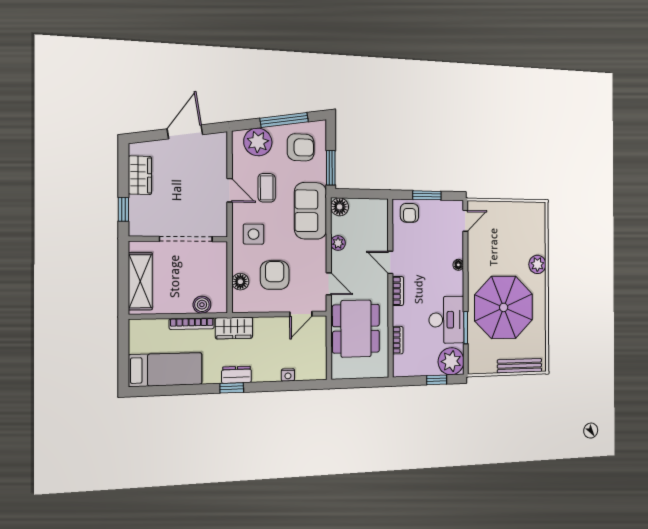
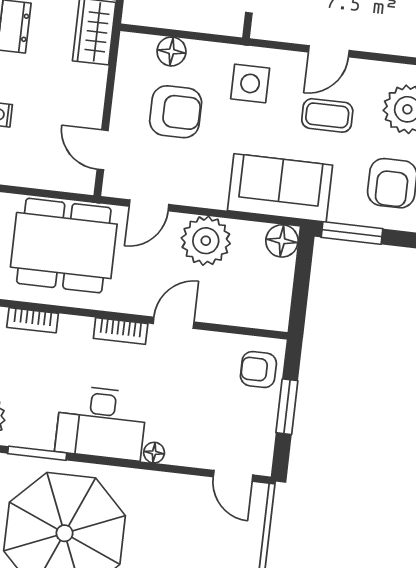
plant: (338, 243) -> (206, 241), width x1.87, depth x1.87
desk: (447, 320) -> (101, 423), moved

